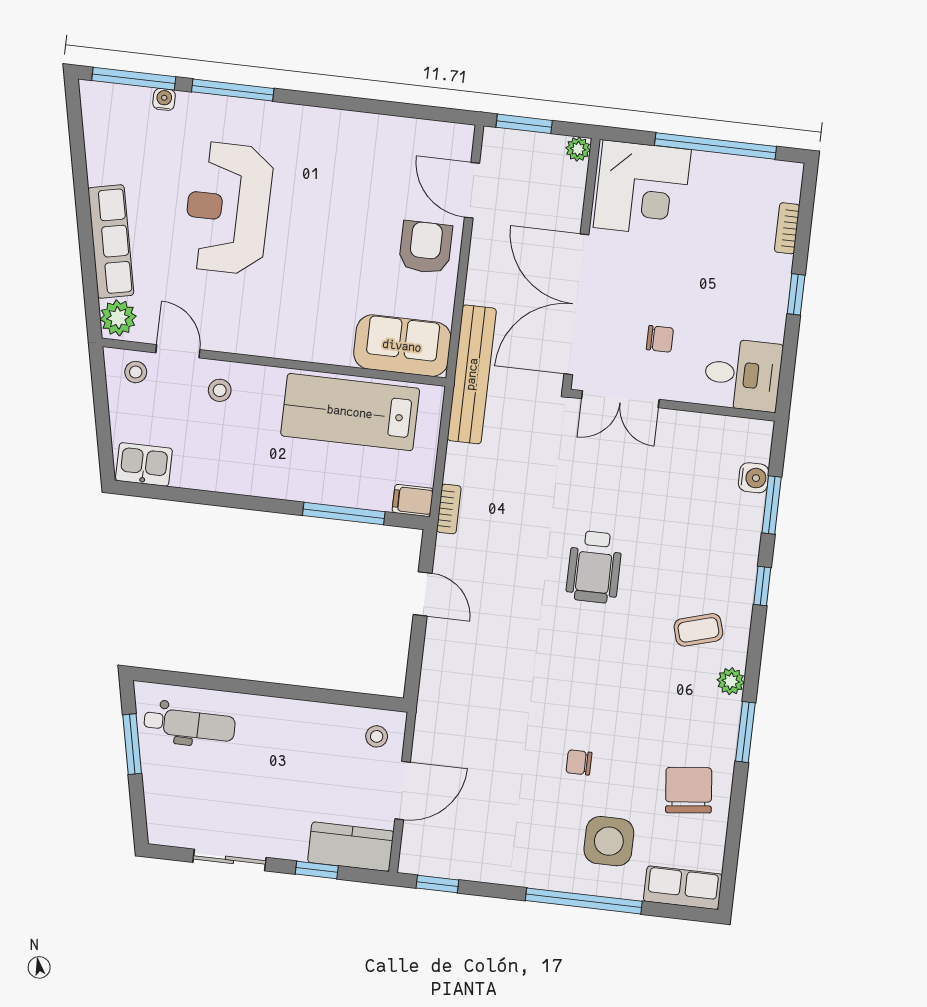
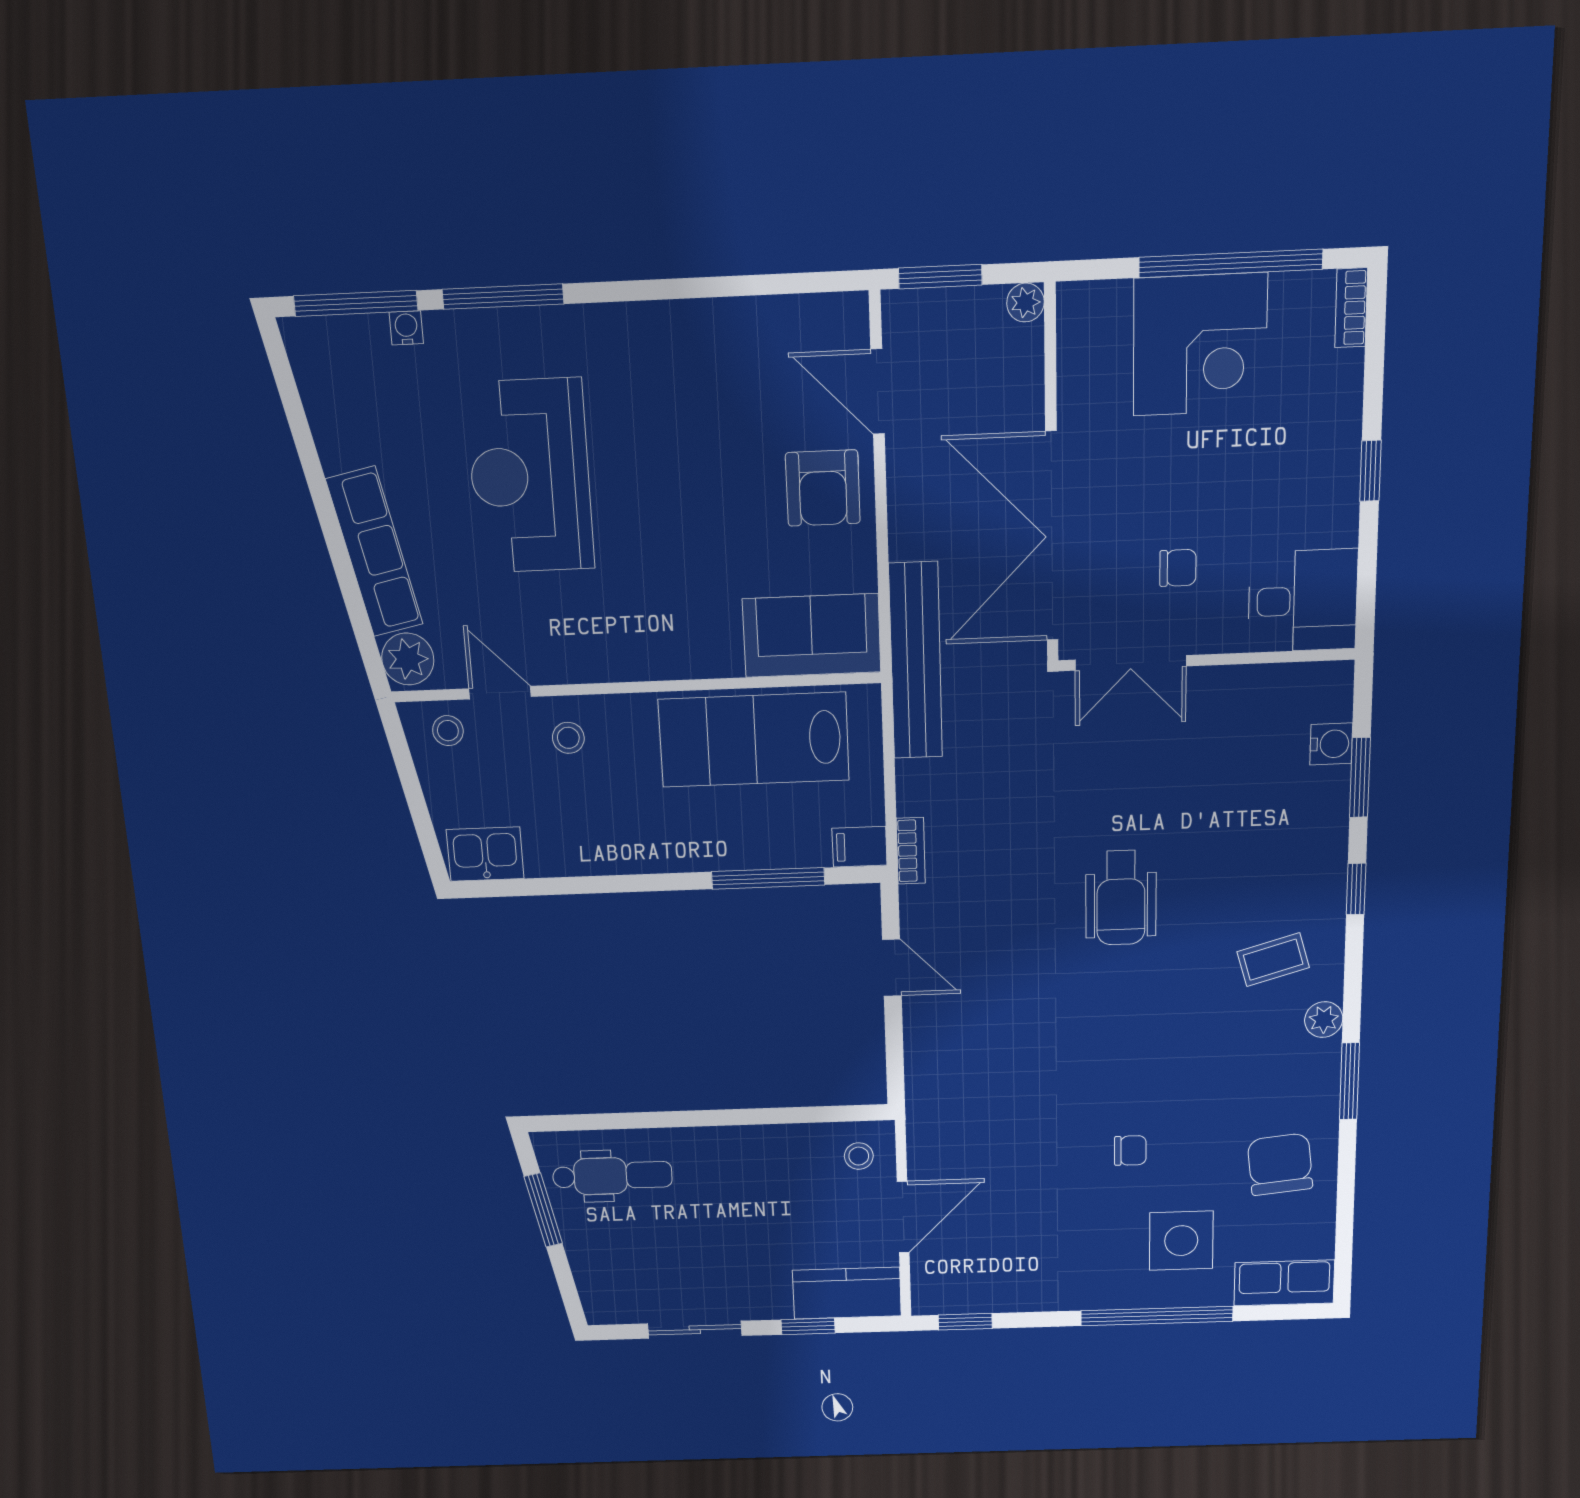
corner desk: (642, 189) -> (1200, 345), moved
bookcase: (787, 228) -> (1351, 308), moved
armchair: (426, 247) -> (823, 488), turned 180
chair: (579, 762) -> (1130, 1151), turned 180

